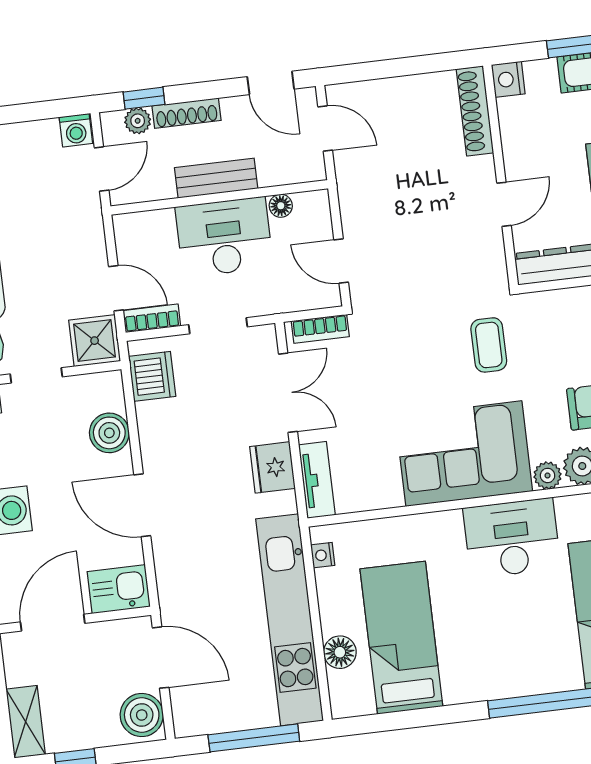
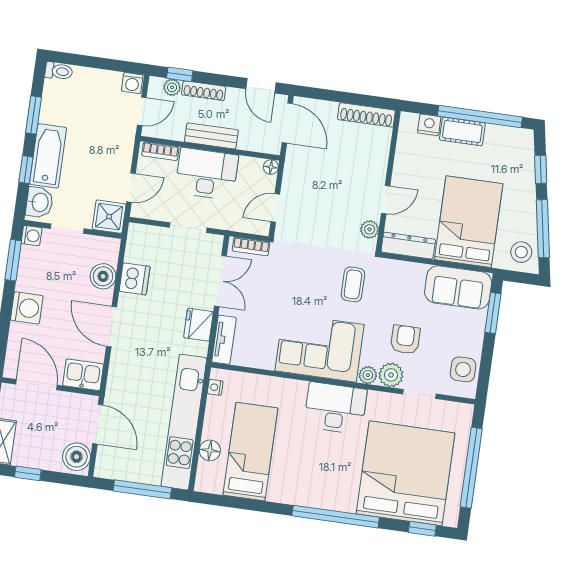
nightstand: (508, 79) -> (429, 125), moved, turned 90
shoe rack: (475, 111) -> (366, 115), moved, turned -90
door: (325, 129) -> (287, 123), width x1.38
floor lamp: (281, 206) -> (271, 167), moved
plant: (492, 256) -> (370, 229), added
door: (341, 261) -> (275, 208), hinge flipped
door: (116, 288) -> (131, 188), hinge flipped
bookcase: (152, 318) -> (160, 151), moved, turned 180
dishwasher: (152, 376) -> (135, 279), moved
door: (53, 623) -> (36, 385), hinge flipped

